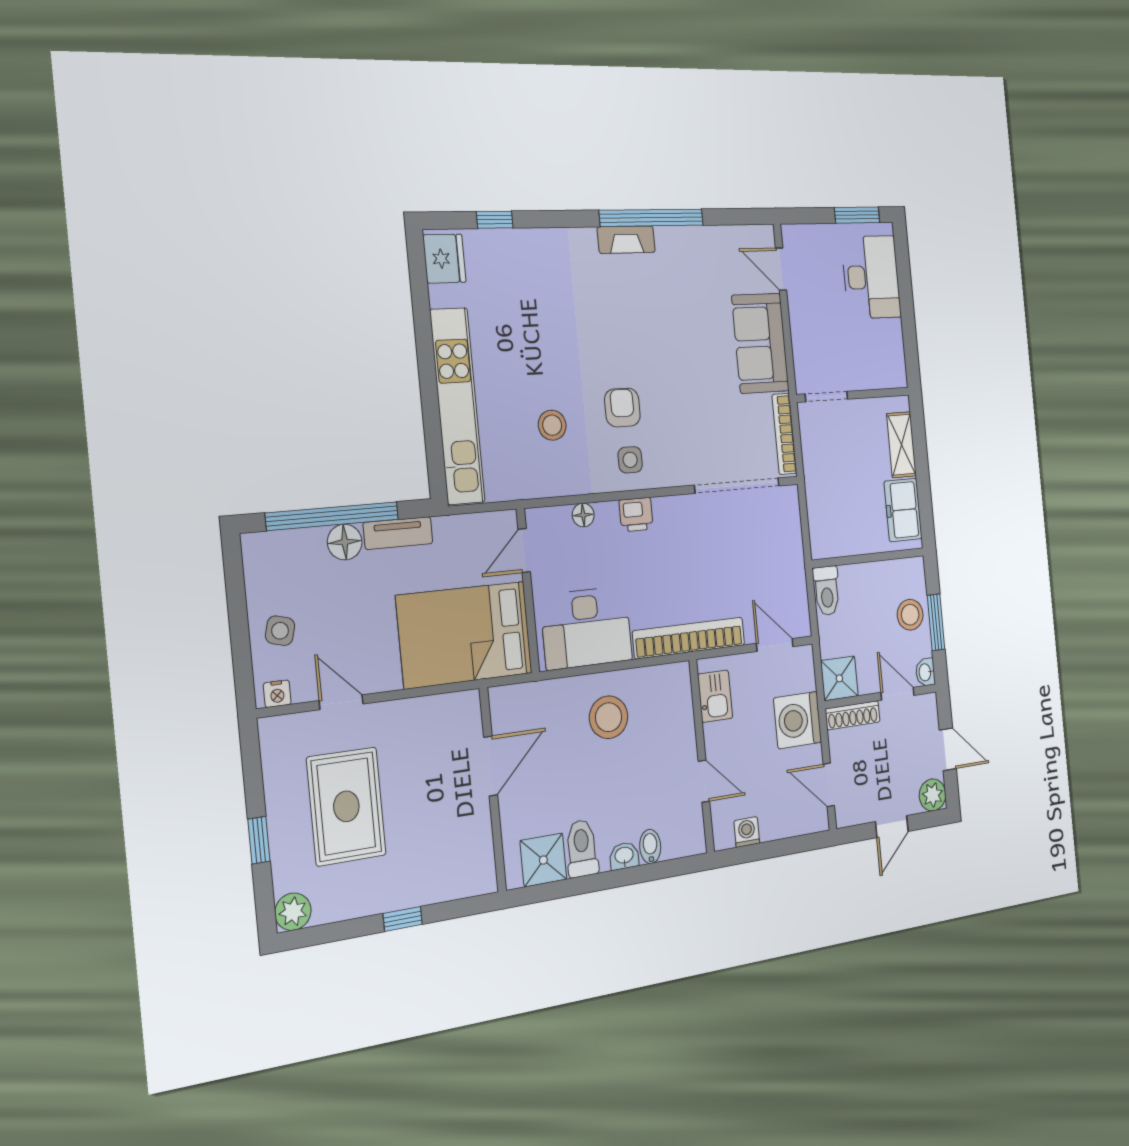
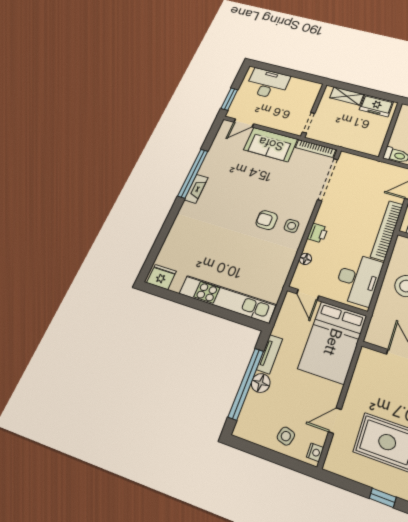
window: (857, 215) -> (229, 99), moved
window: (495, 220) -> (157, 246), removed
stool: (552, 425) -> (258, 257), removed

